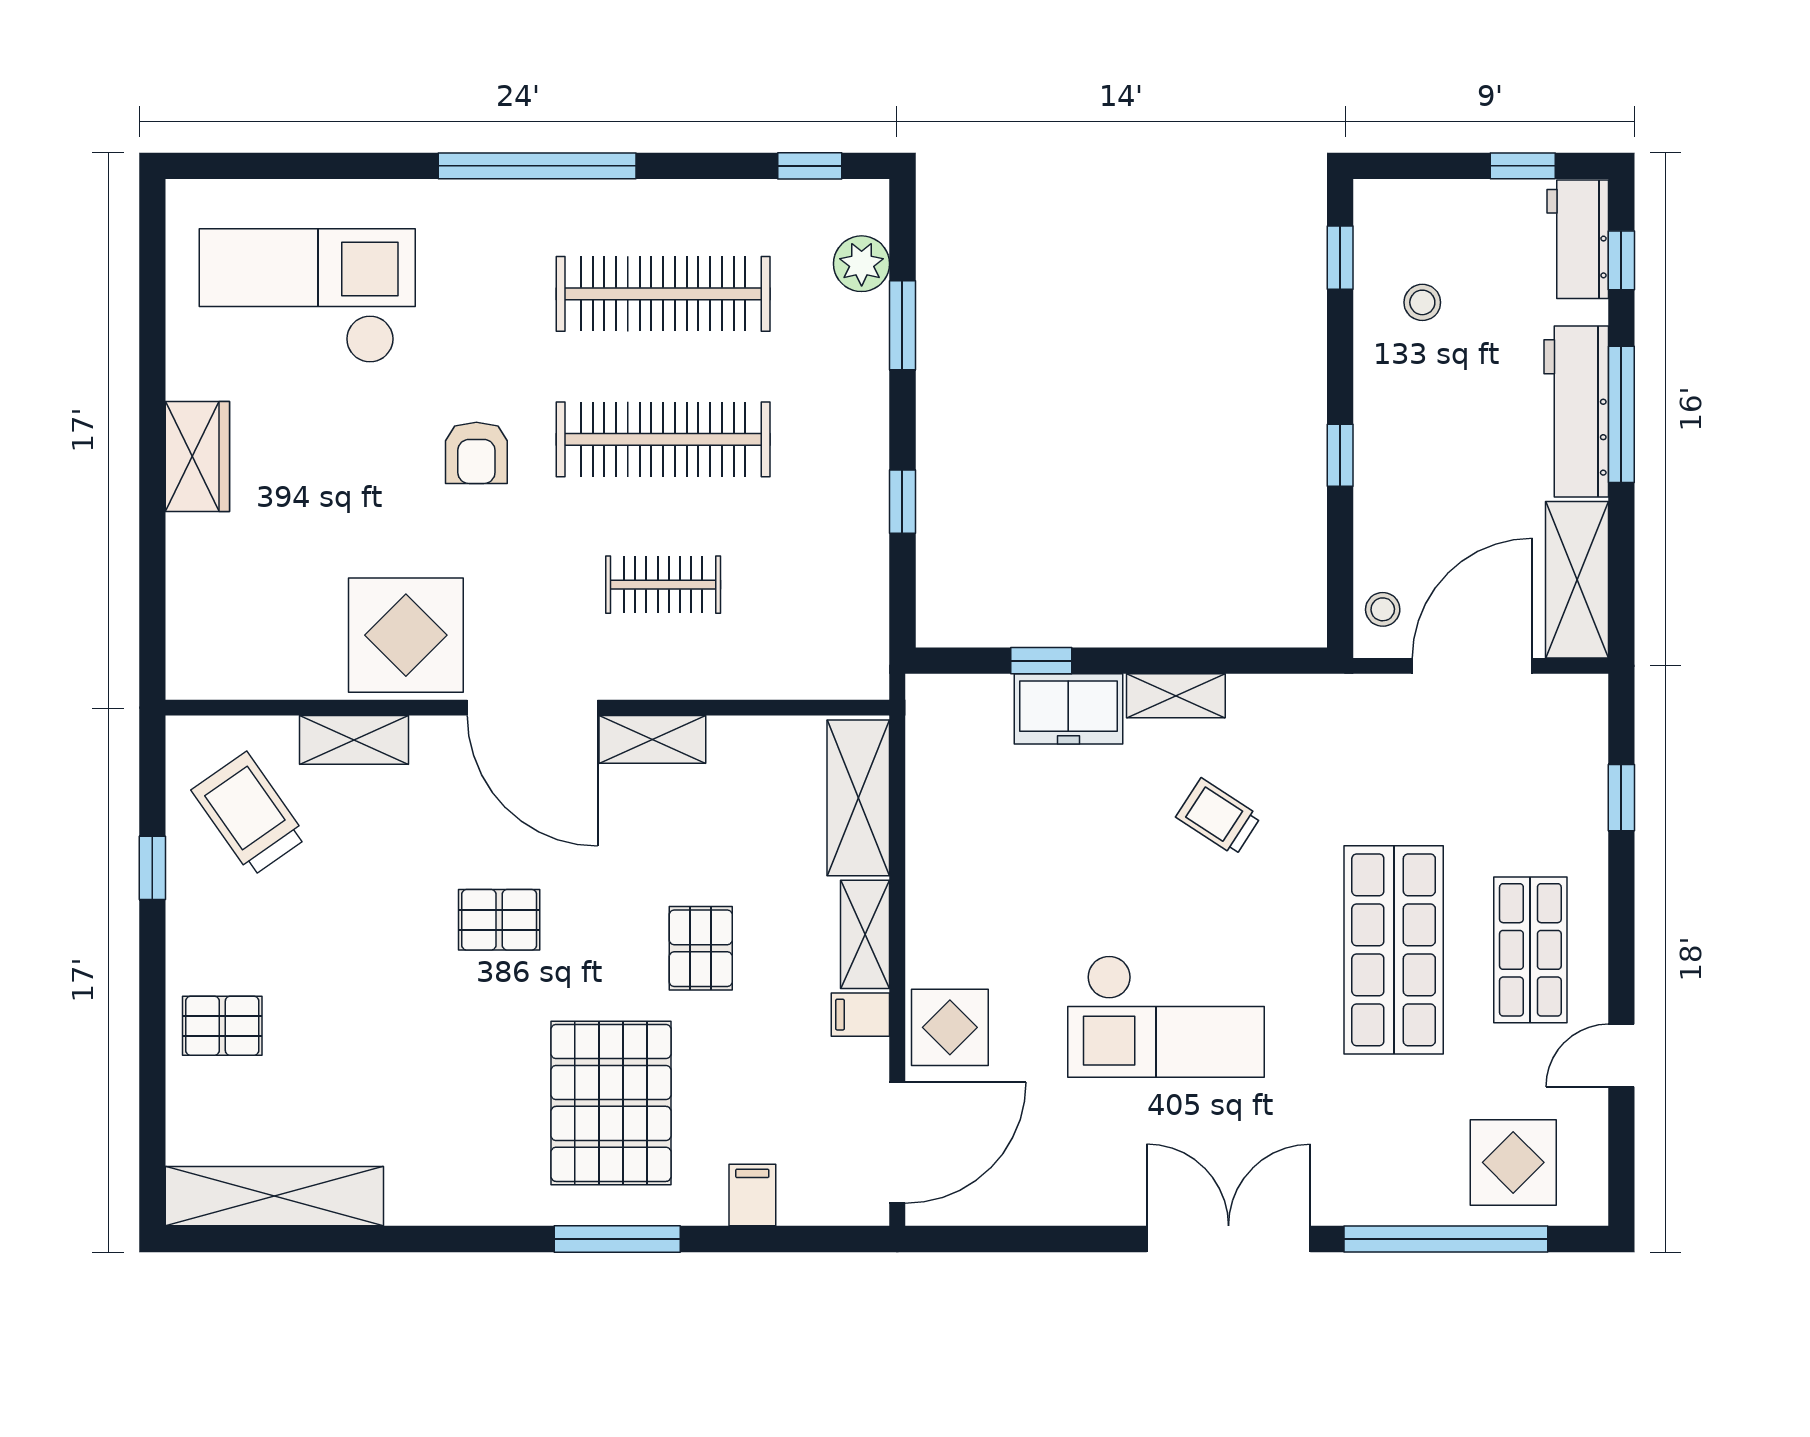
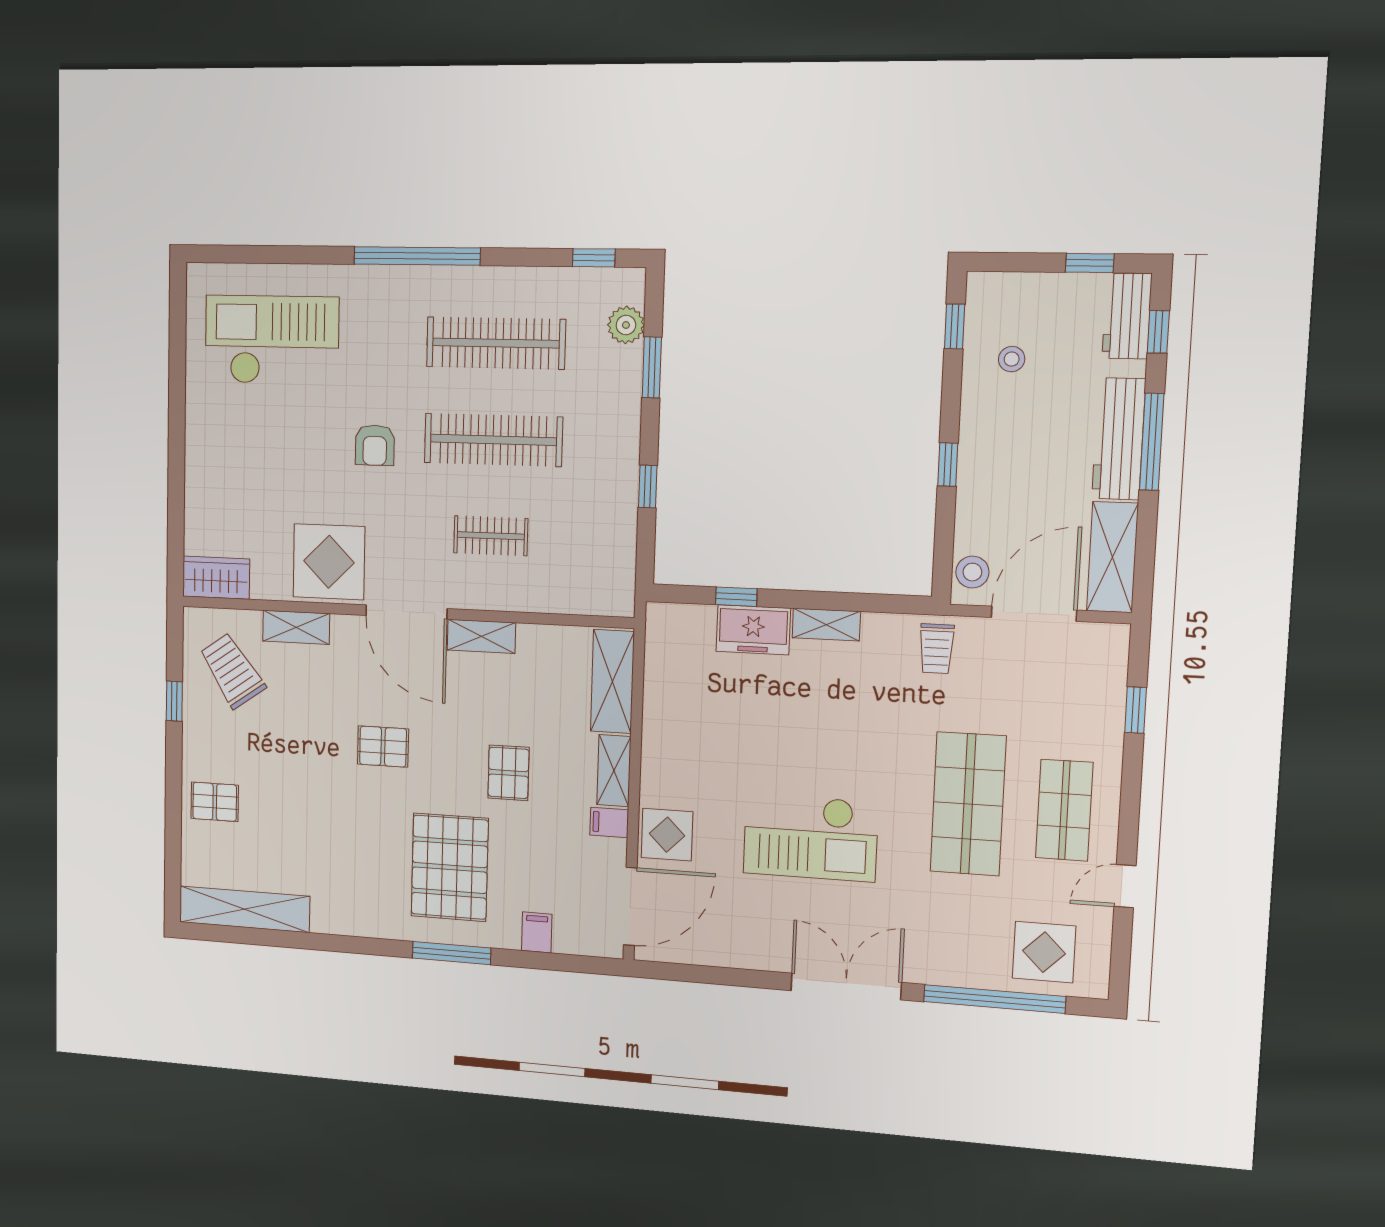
wardrobe: (197, 457) -> (216, 578), moved, turned -90
stool: (1383, 609) -> (972, 572), width x1.37, depth x1.37
trolley: (1218, 817) -> (937, 649), moved, turned -123

